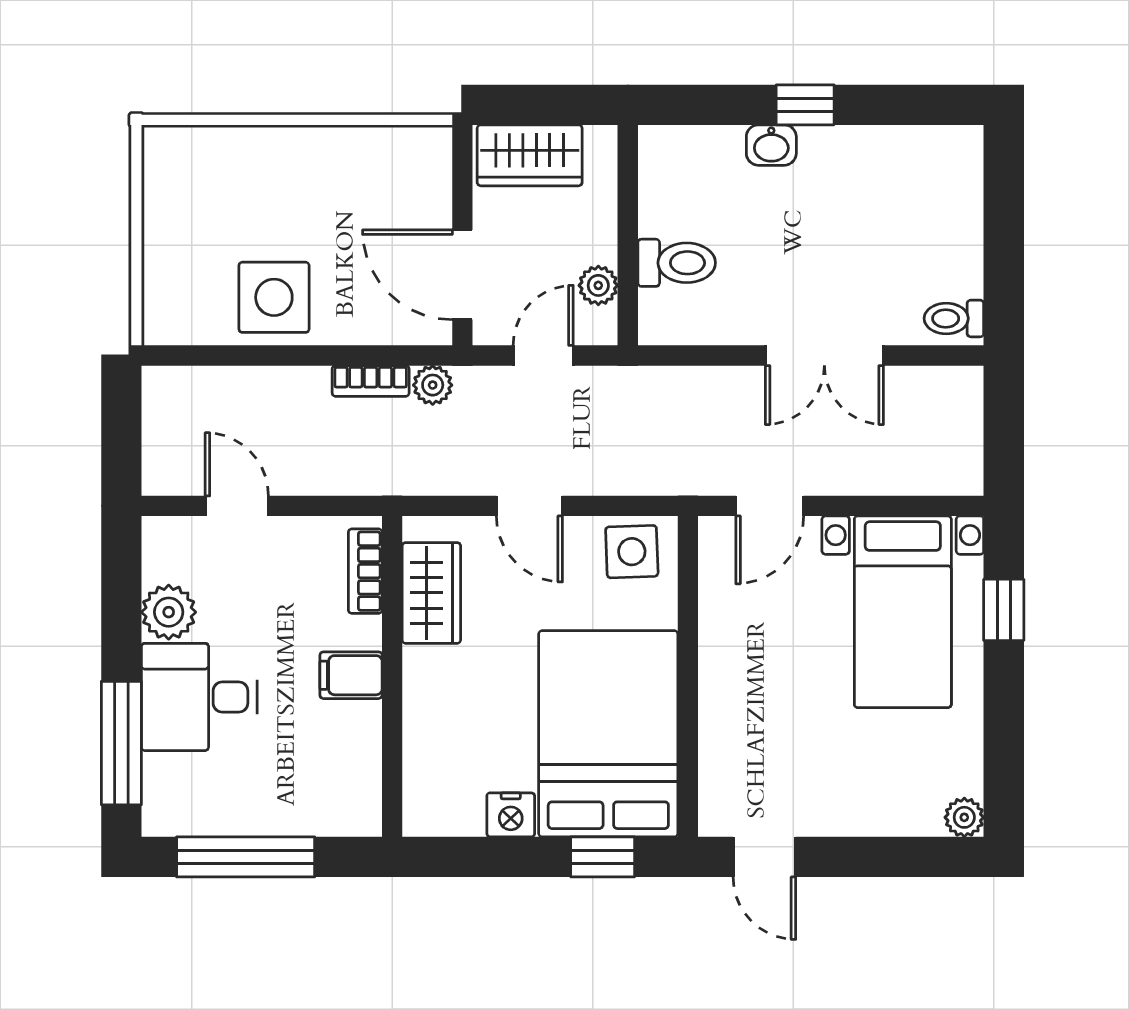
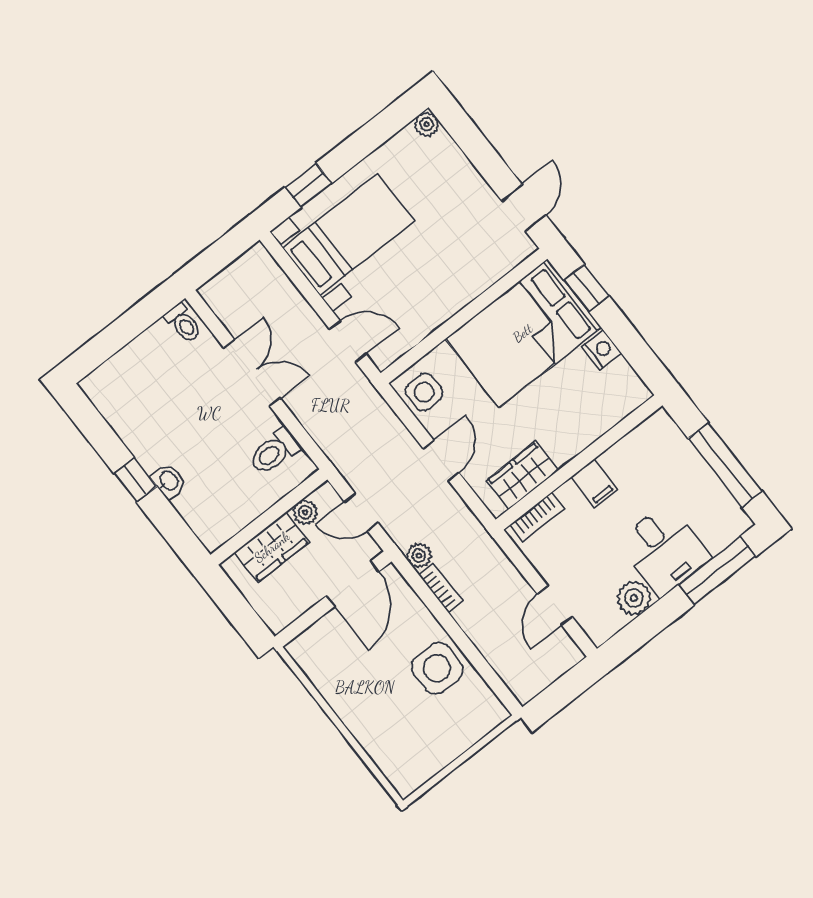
wardrobe: (530, 155) -> (272, 547), moved, turned 90
toilet: (677, 263) -> (274, 451), moved, turned -90

